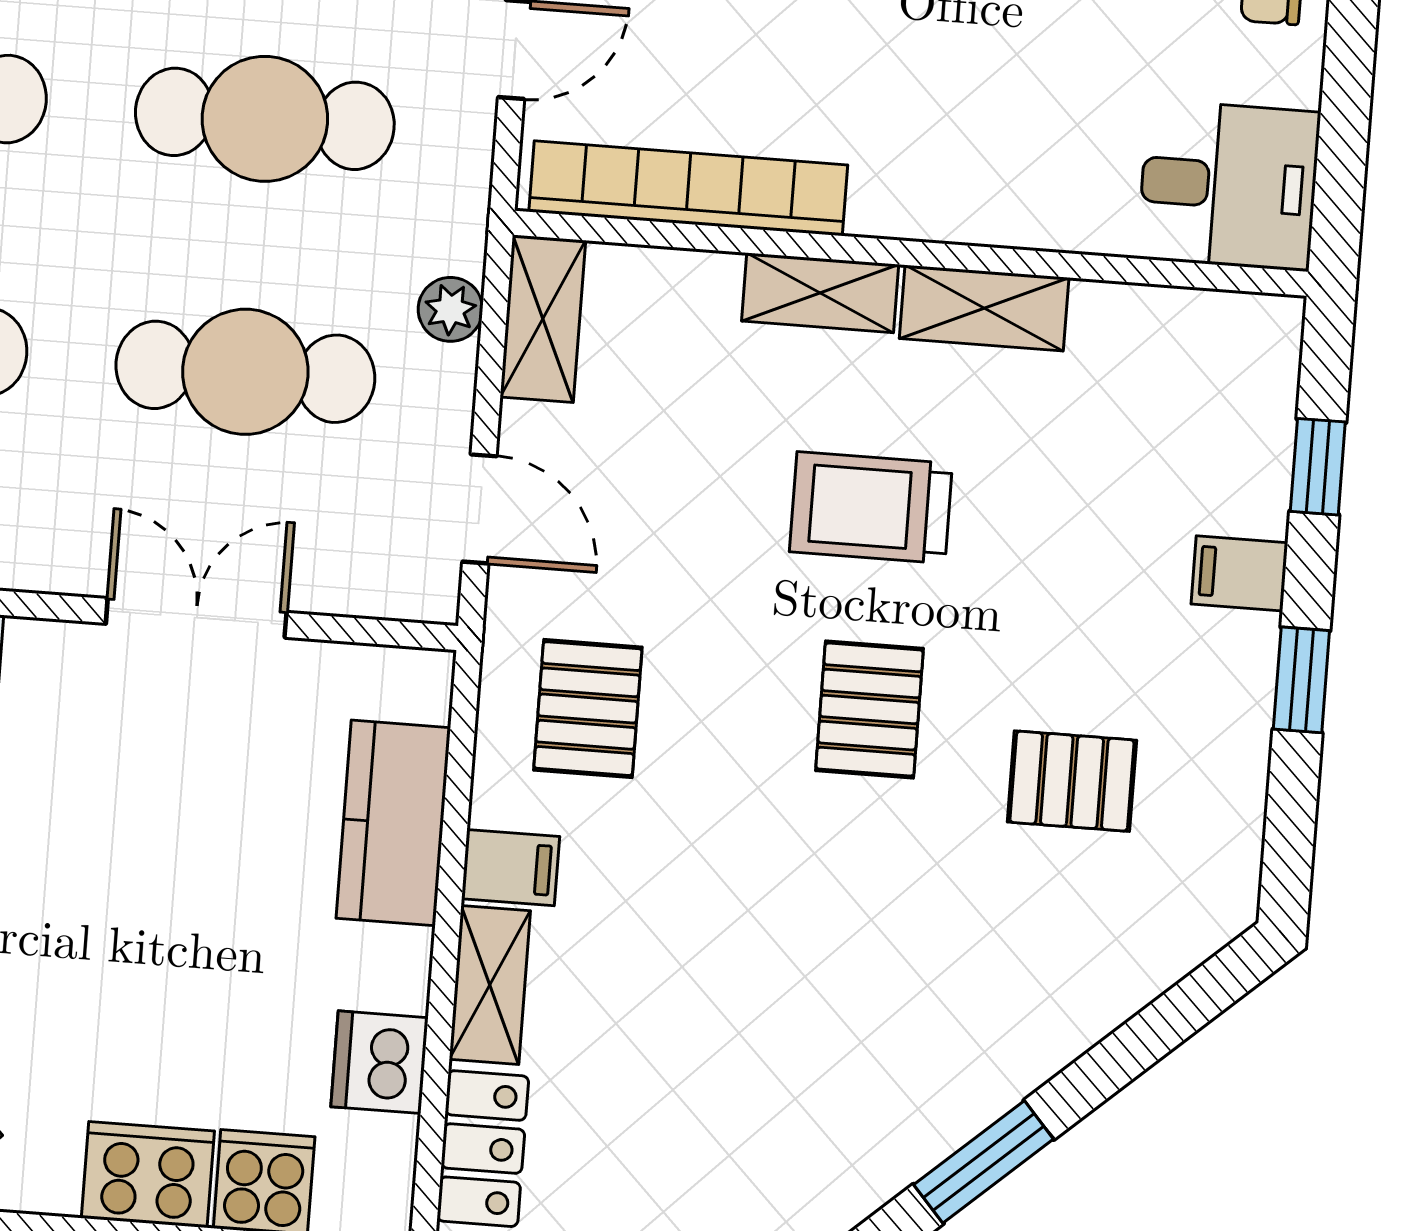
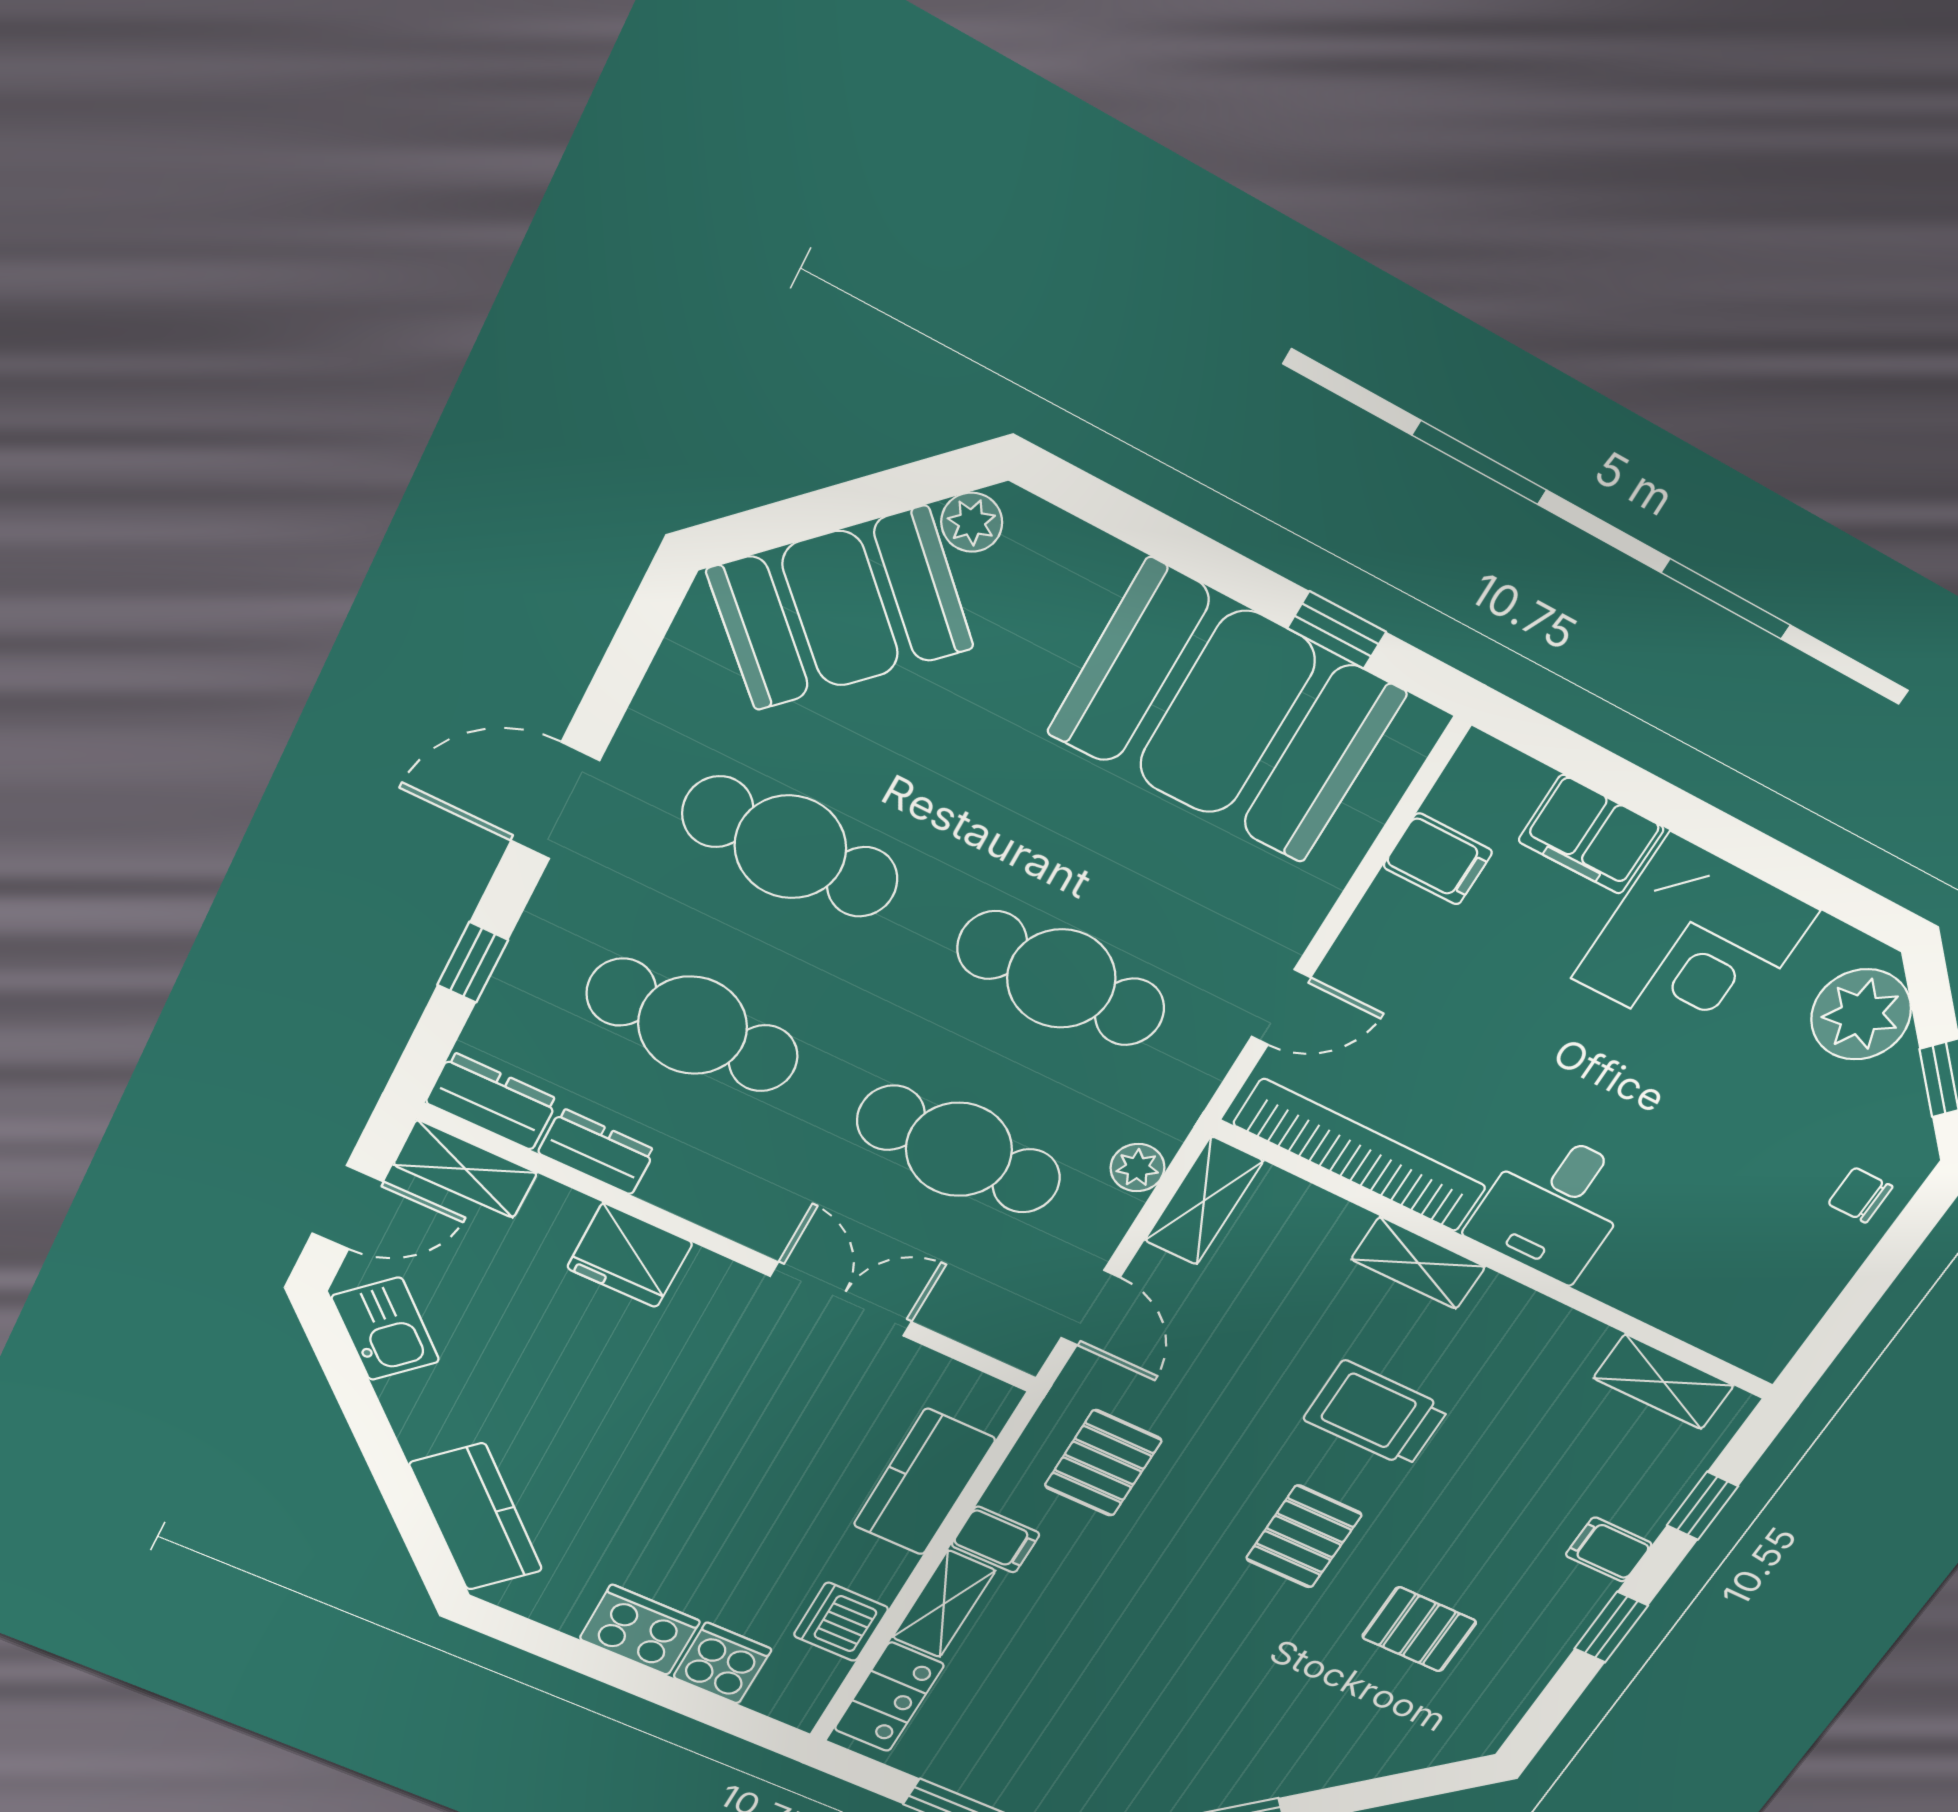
desk: (1229, 185) -> (1554, 1206), moved, turned 90
shelving: (984, 308) -> (1664, 1382), moved

